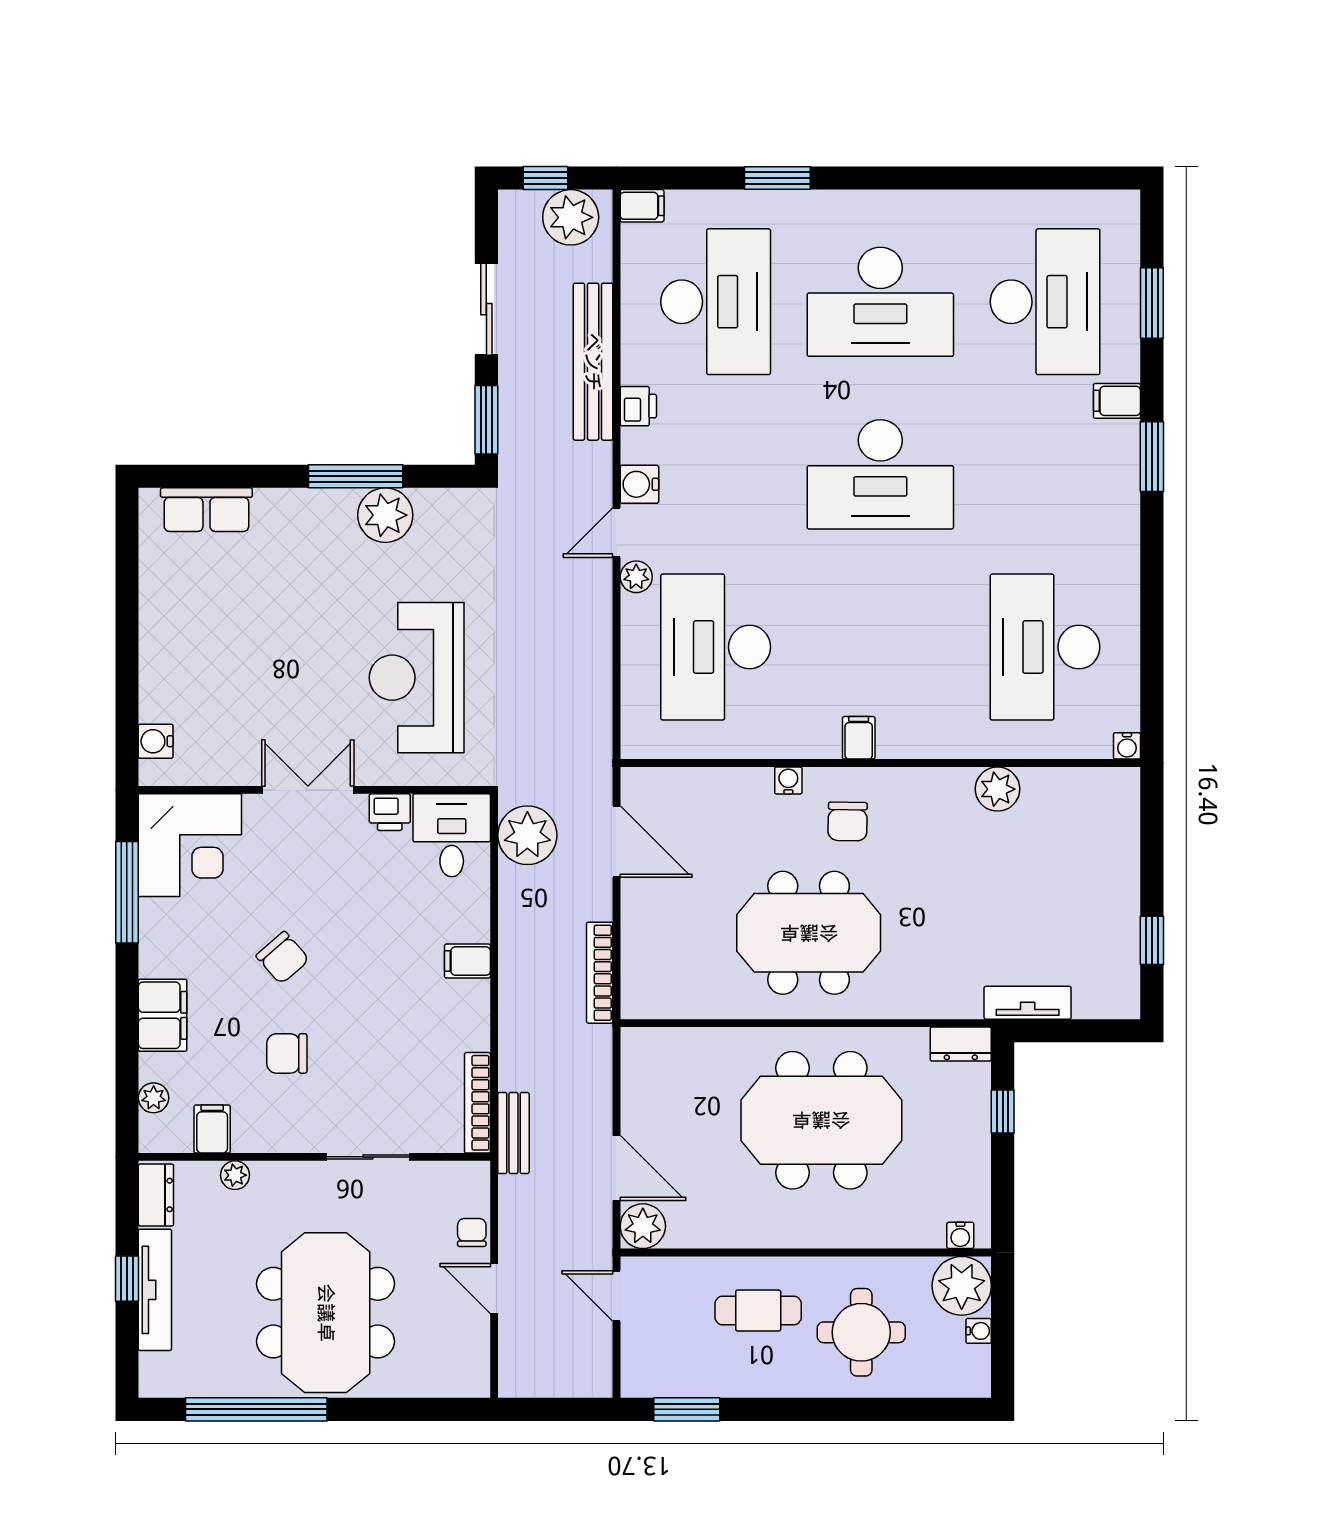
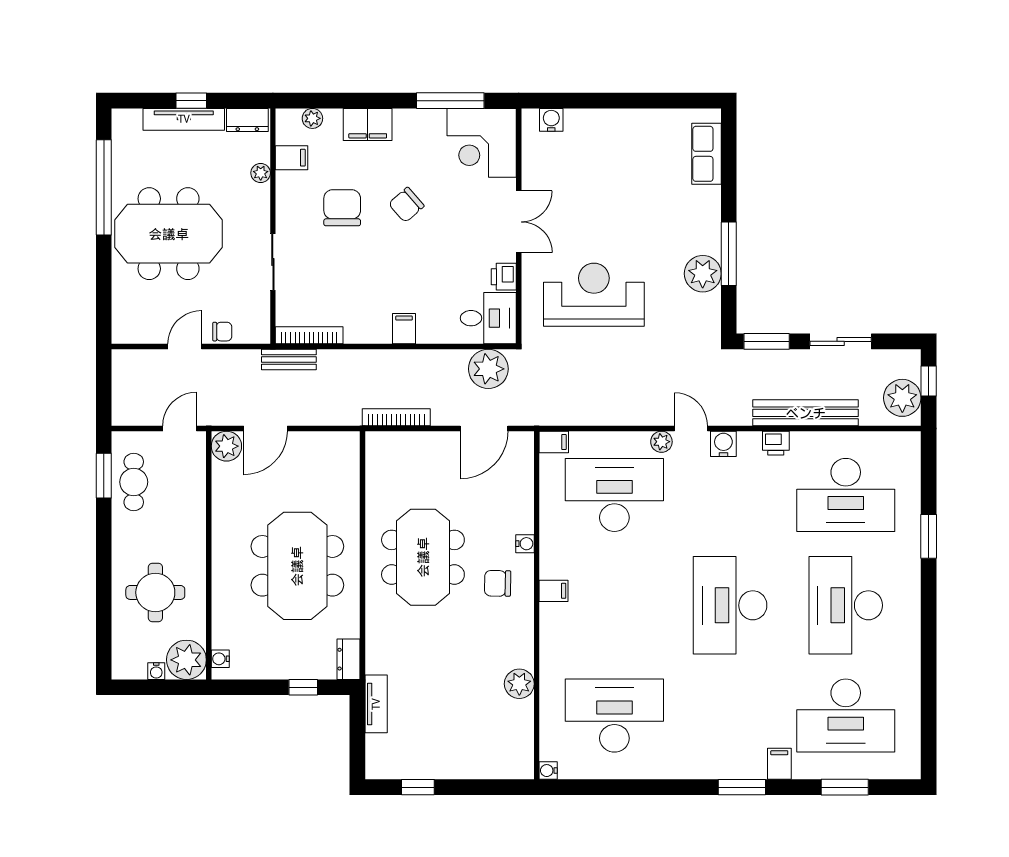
filing cabinet: (642, 206) -> (554, 442), moved, turned -90
chair: (287, 1053) -> (342, 208), width x1.37, depth x1.37
cafe table: (758, 1311) -> (134, 482), moved

